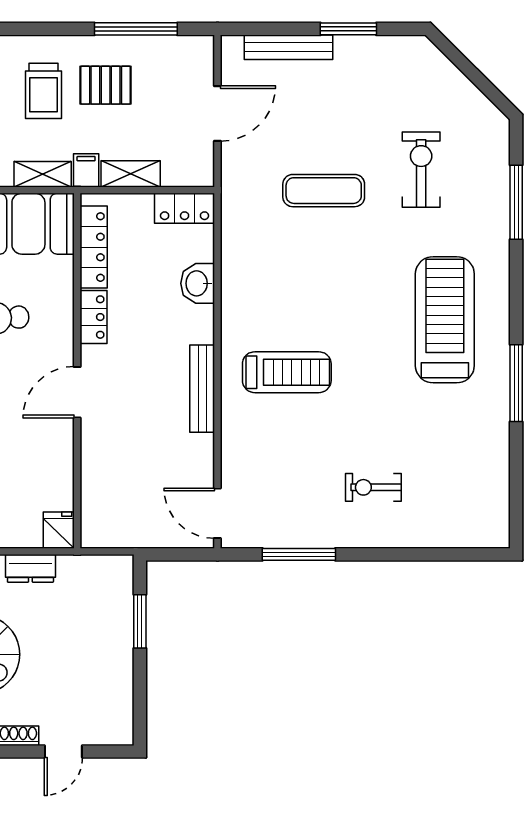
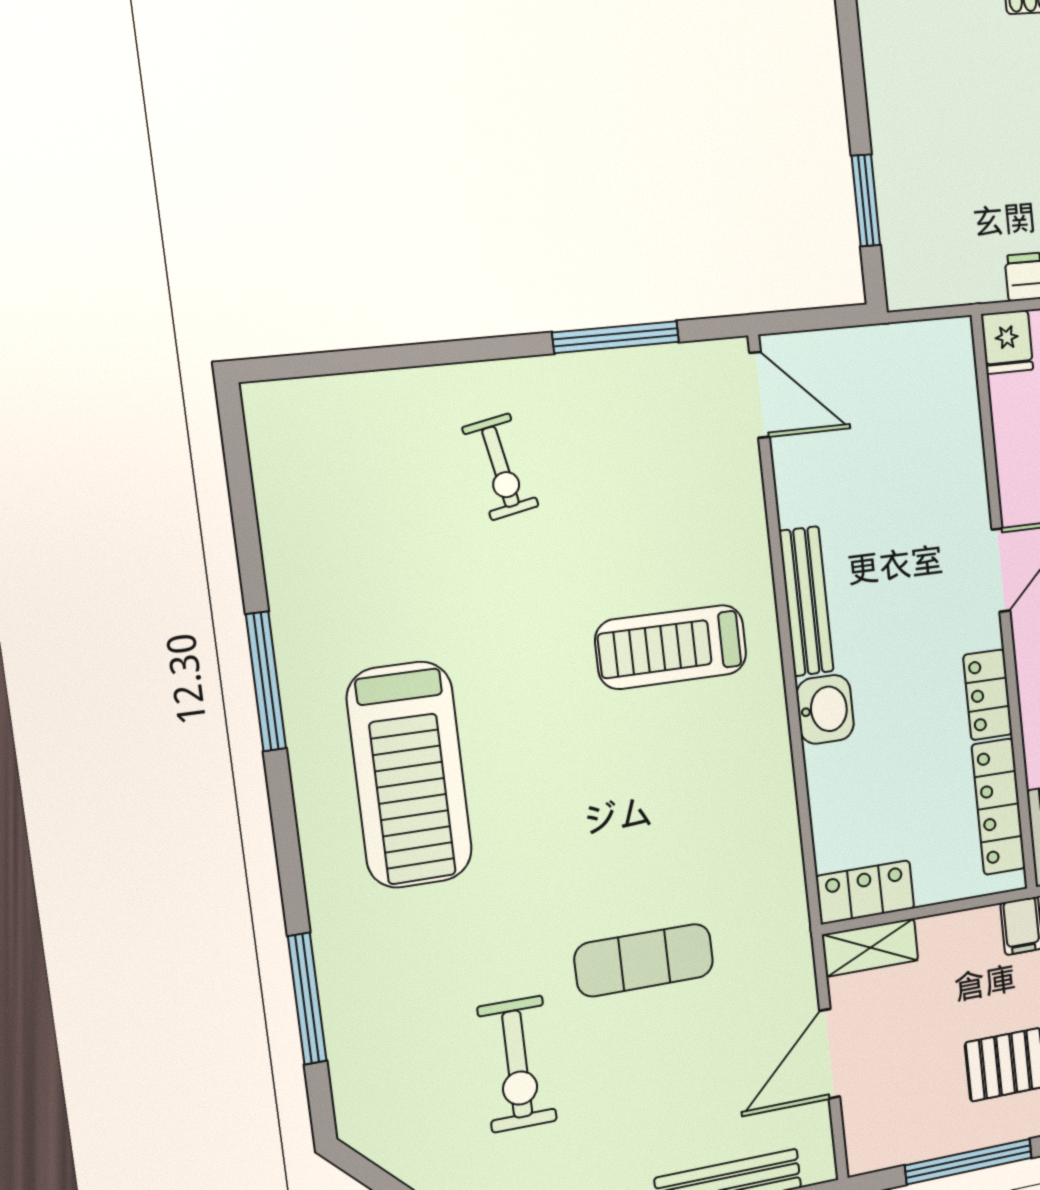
exercise bike: (421, 170) -> (517, 1064), moved
shelving: (131, 174) -> (870, 948), moved
washbasin: (198, 283) -> (825, 709), moved
exercise bike: (373, 487) -> (500, 467), turned 79

